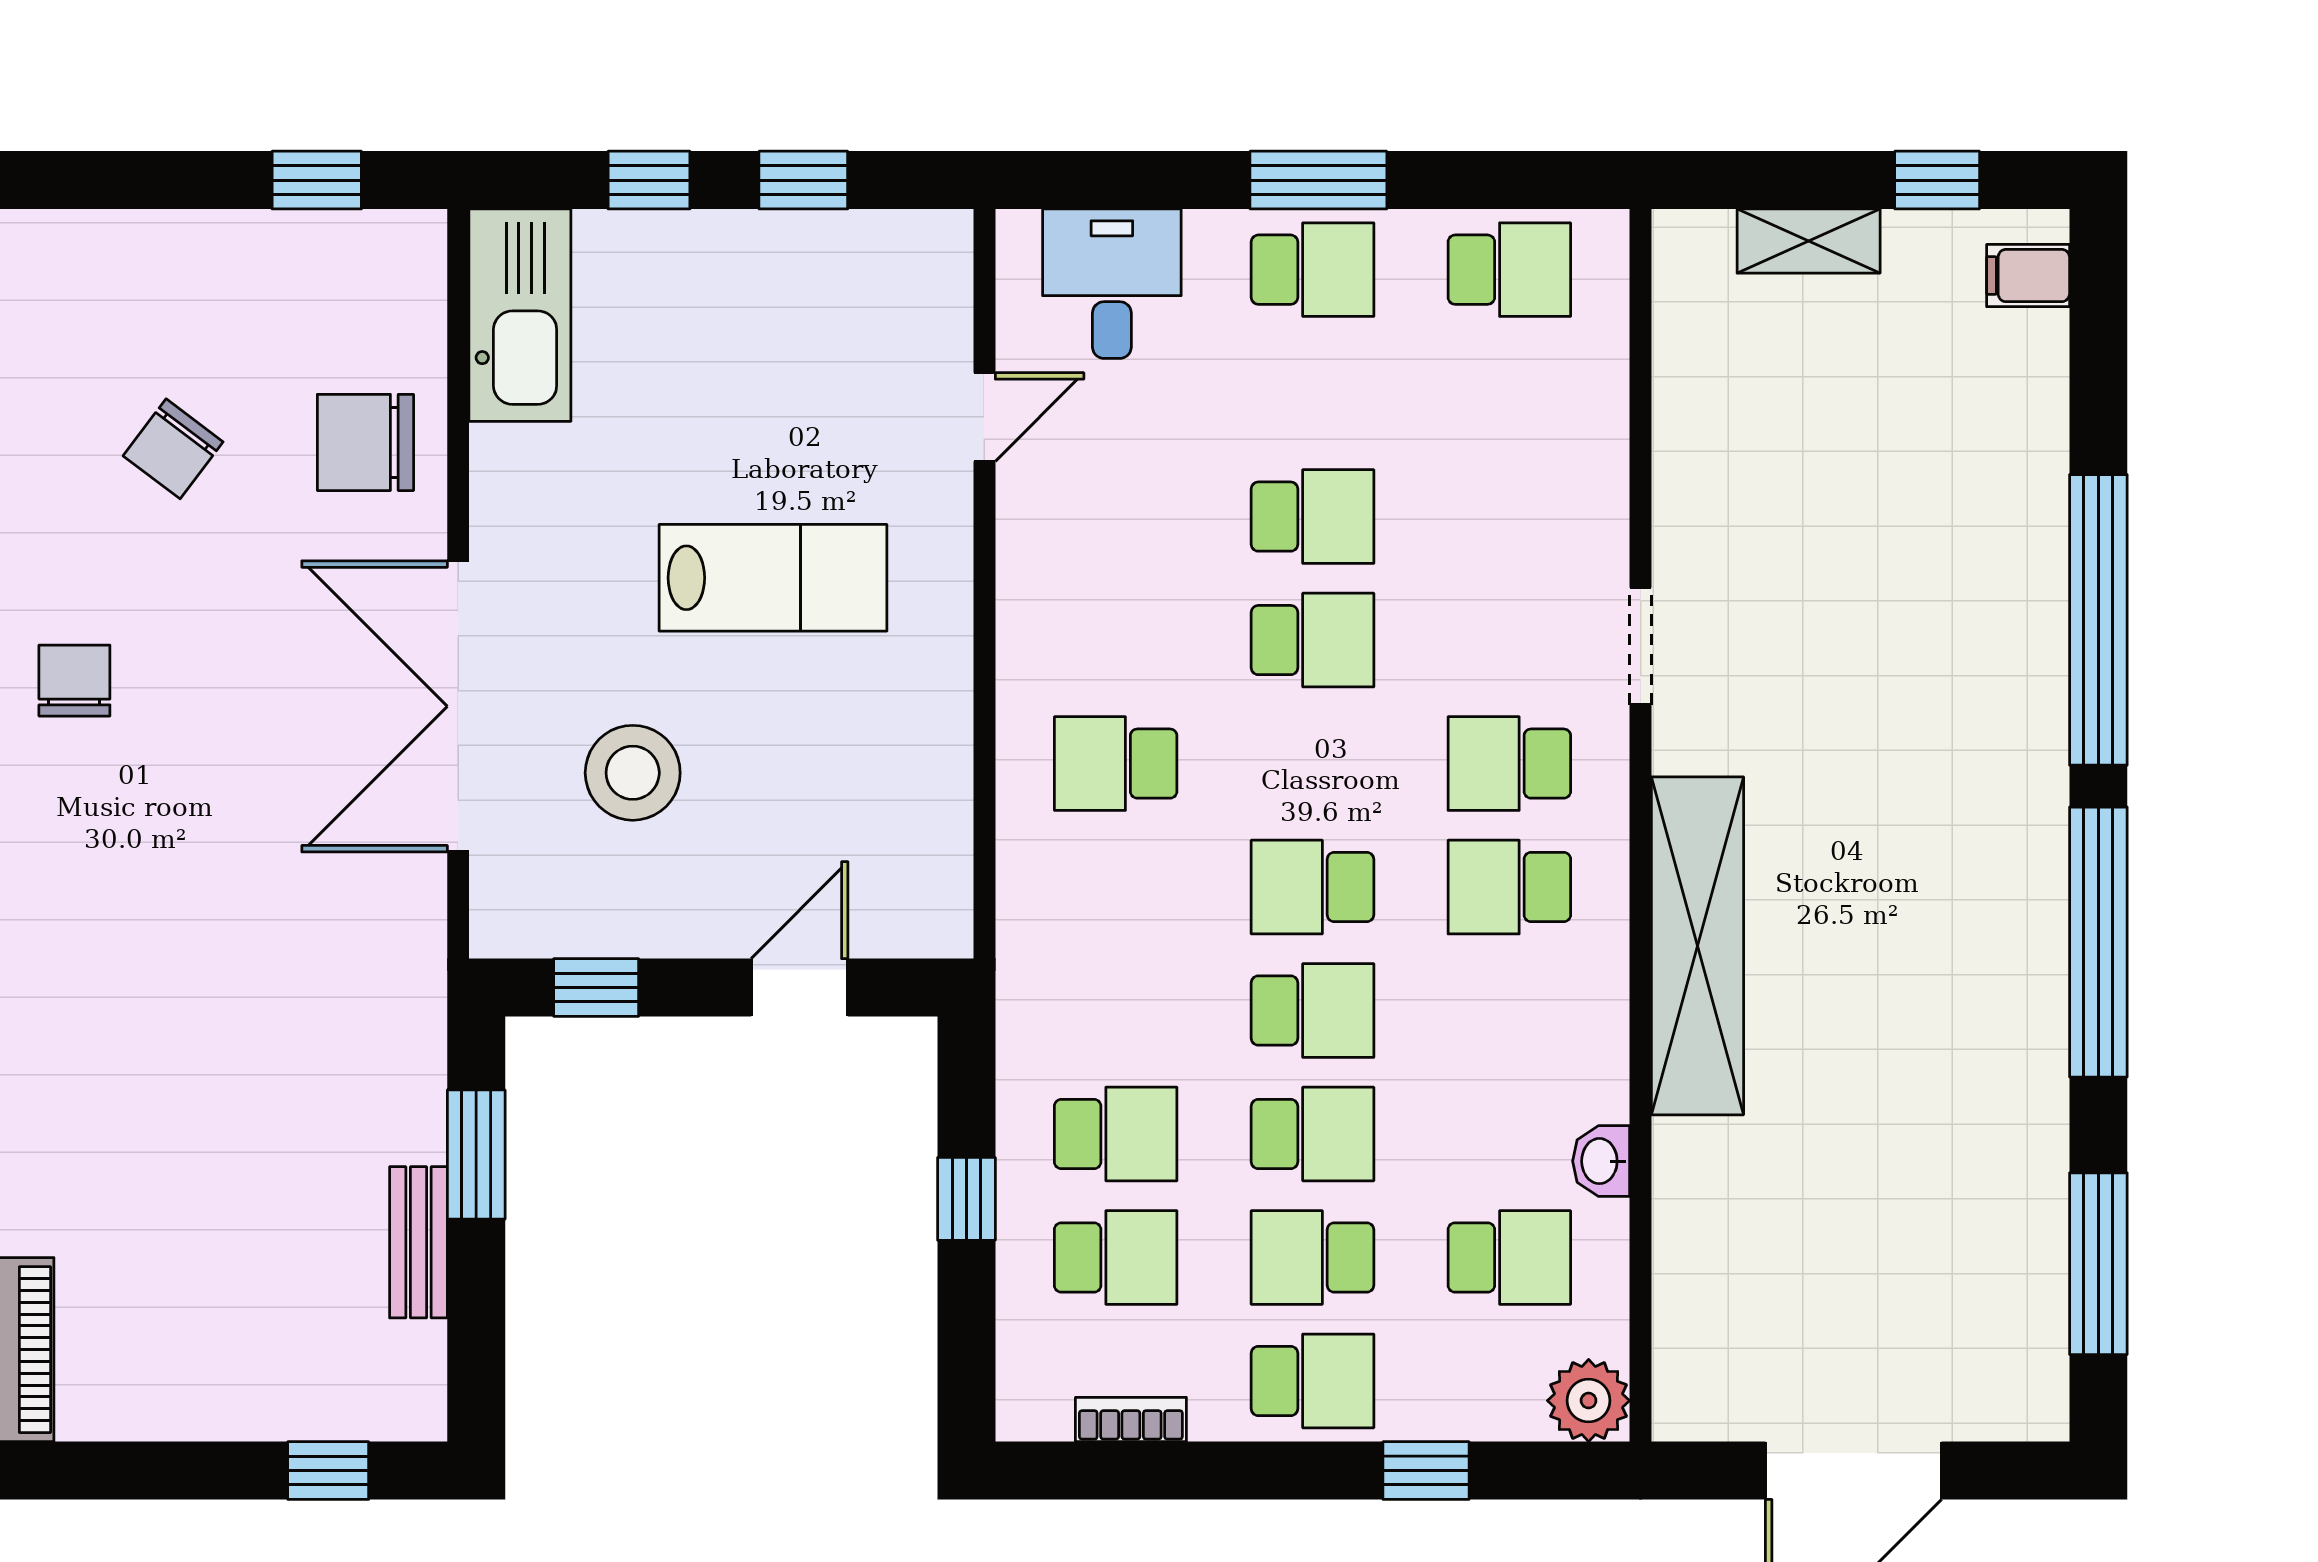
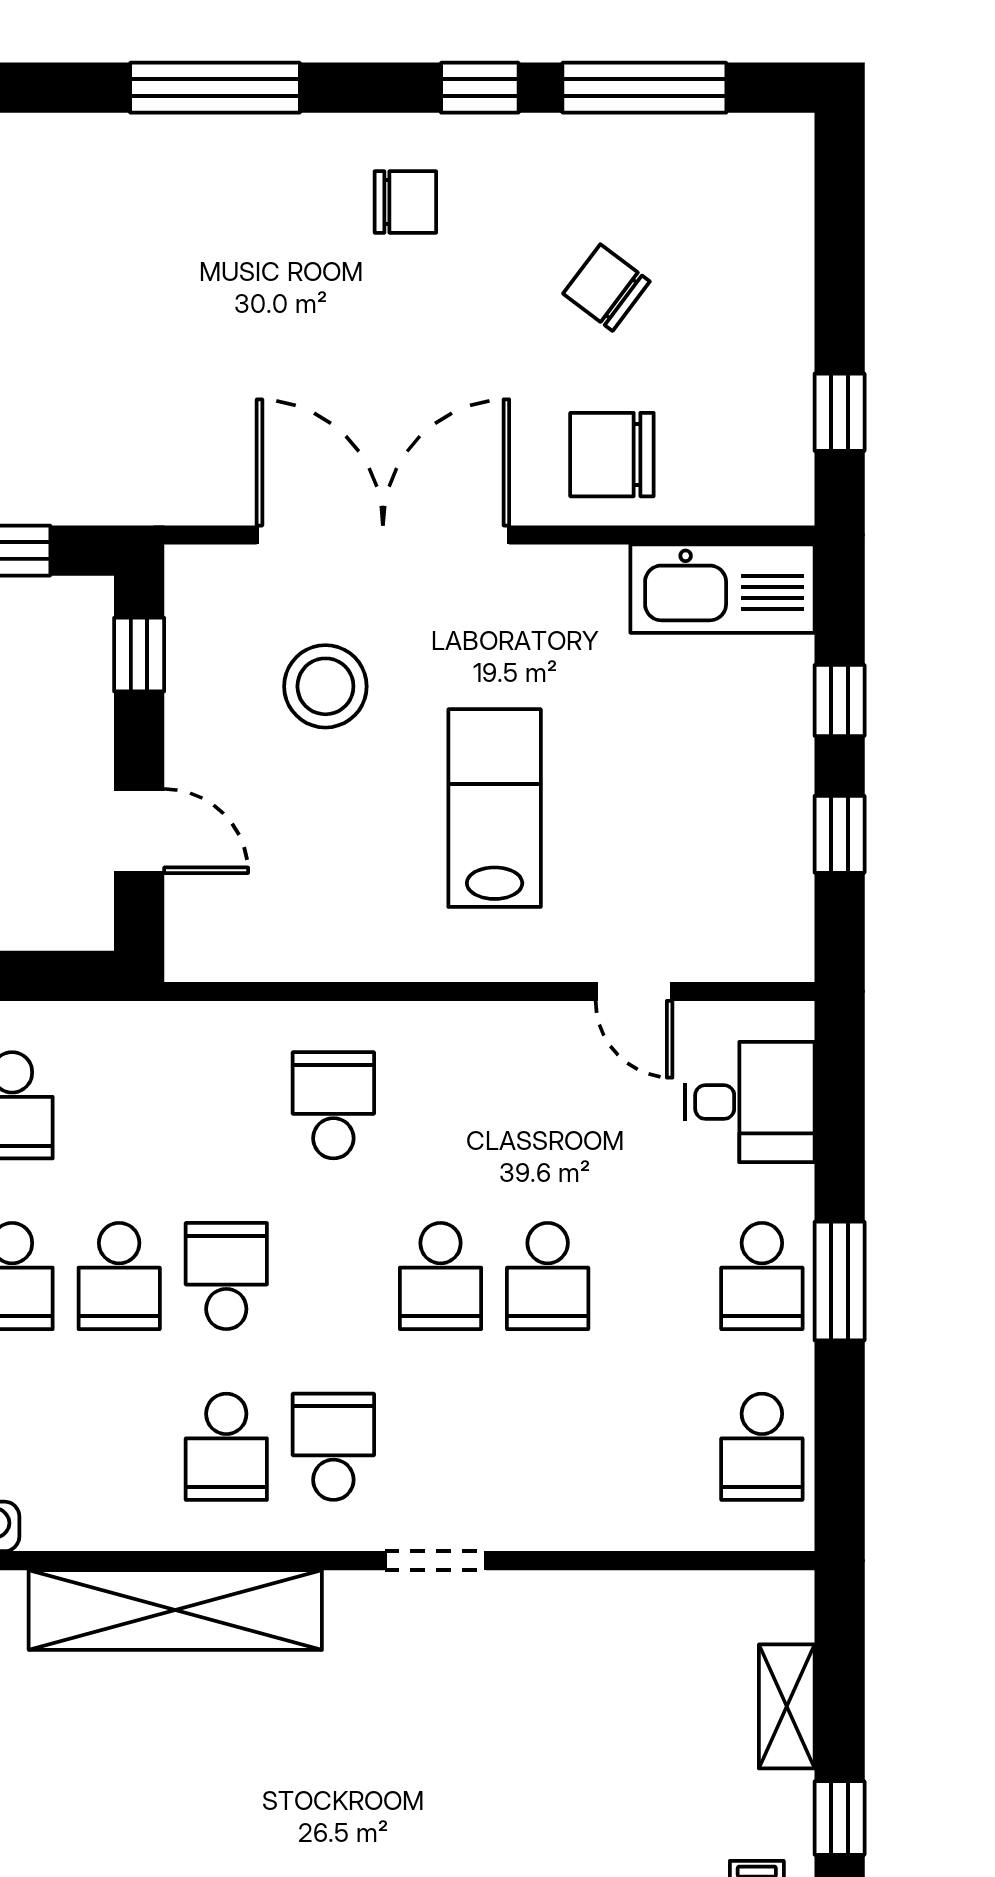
chair: (365, 442) -> (612, 455), turned -90
lab bench: (773, 578) -> (495, 808), turned 180
school desk: (1509, 887) -> (226, 1447), turned 180

